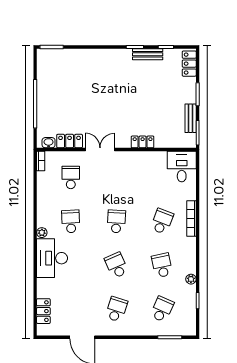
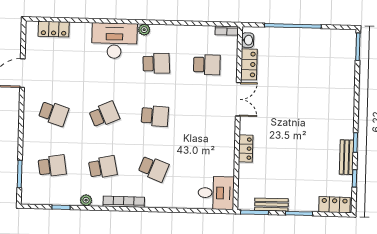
bookcase: (191, 218) -> (124, 202), moved
school desk: (162, 309) -> (52, 166), turned -33

